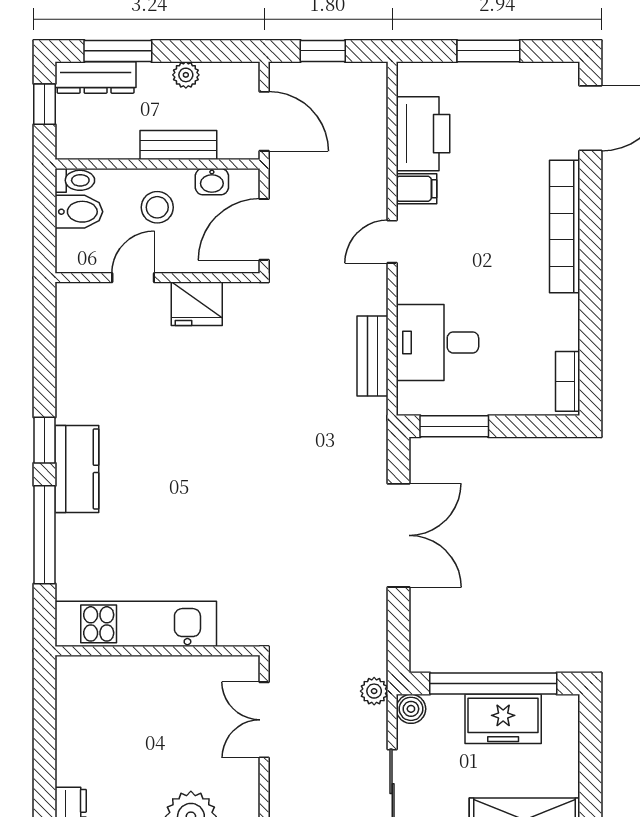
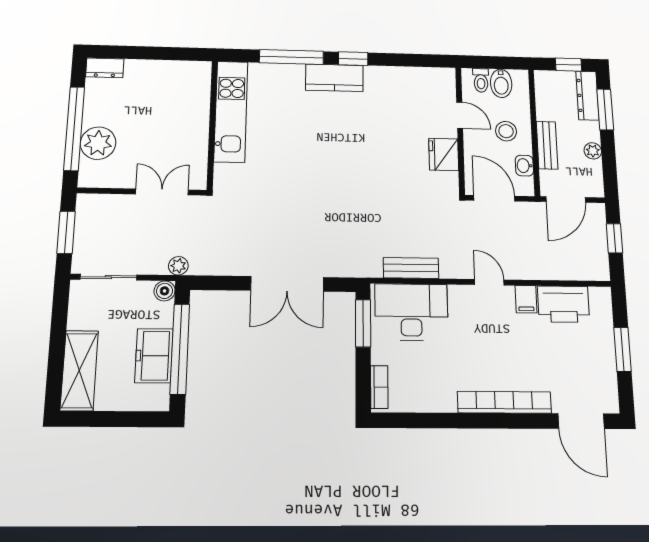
toilet: (75, 180) -> (481, 80), moved
desk: (437, 342) -> (411, 312), width x1.37
bookcase: (568, 381) -> (379, 387), moved, turned 90

